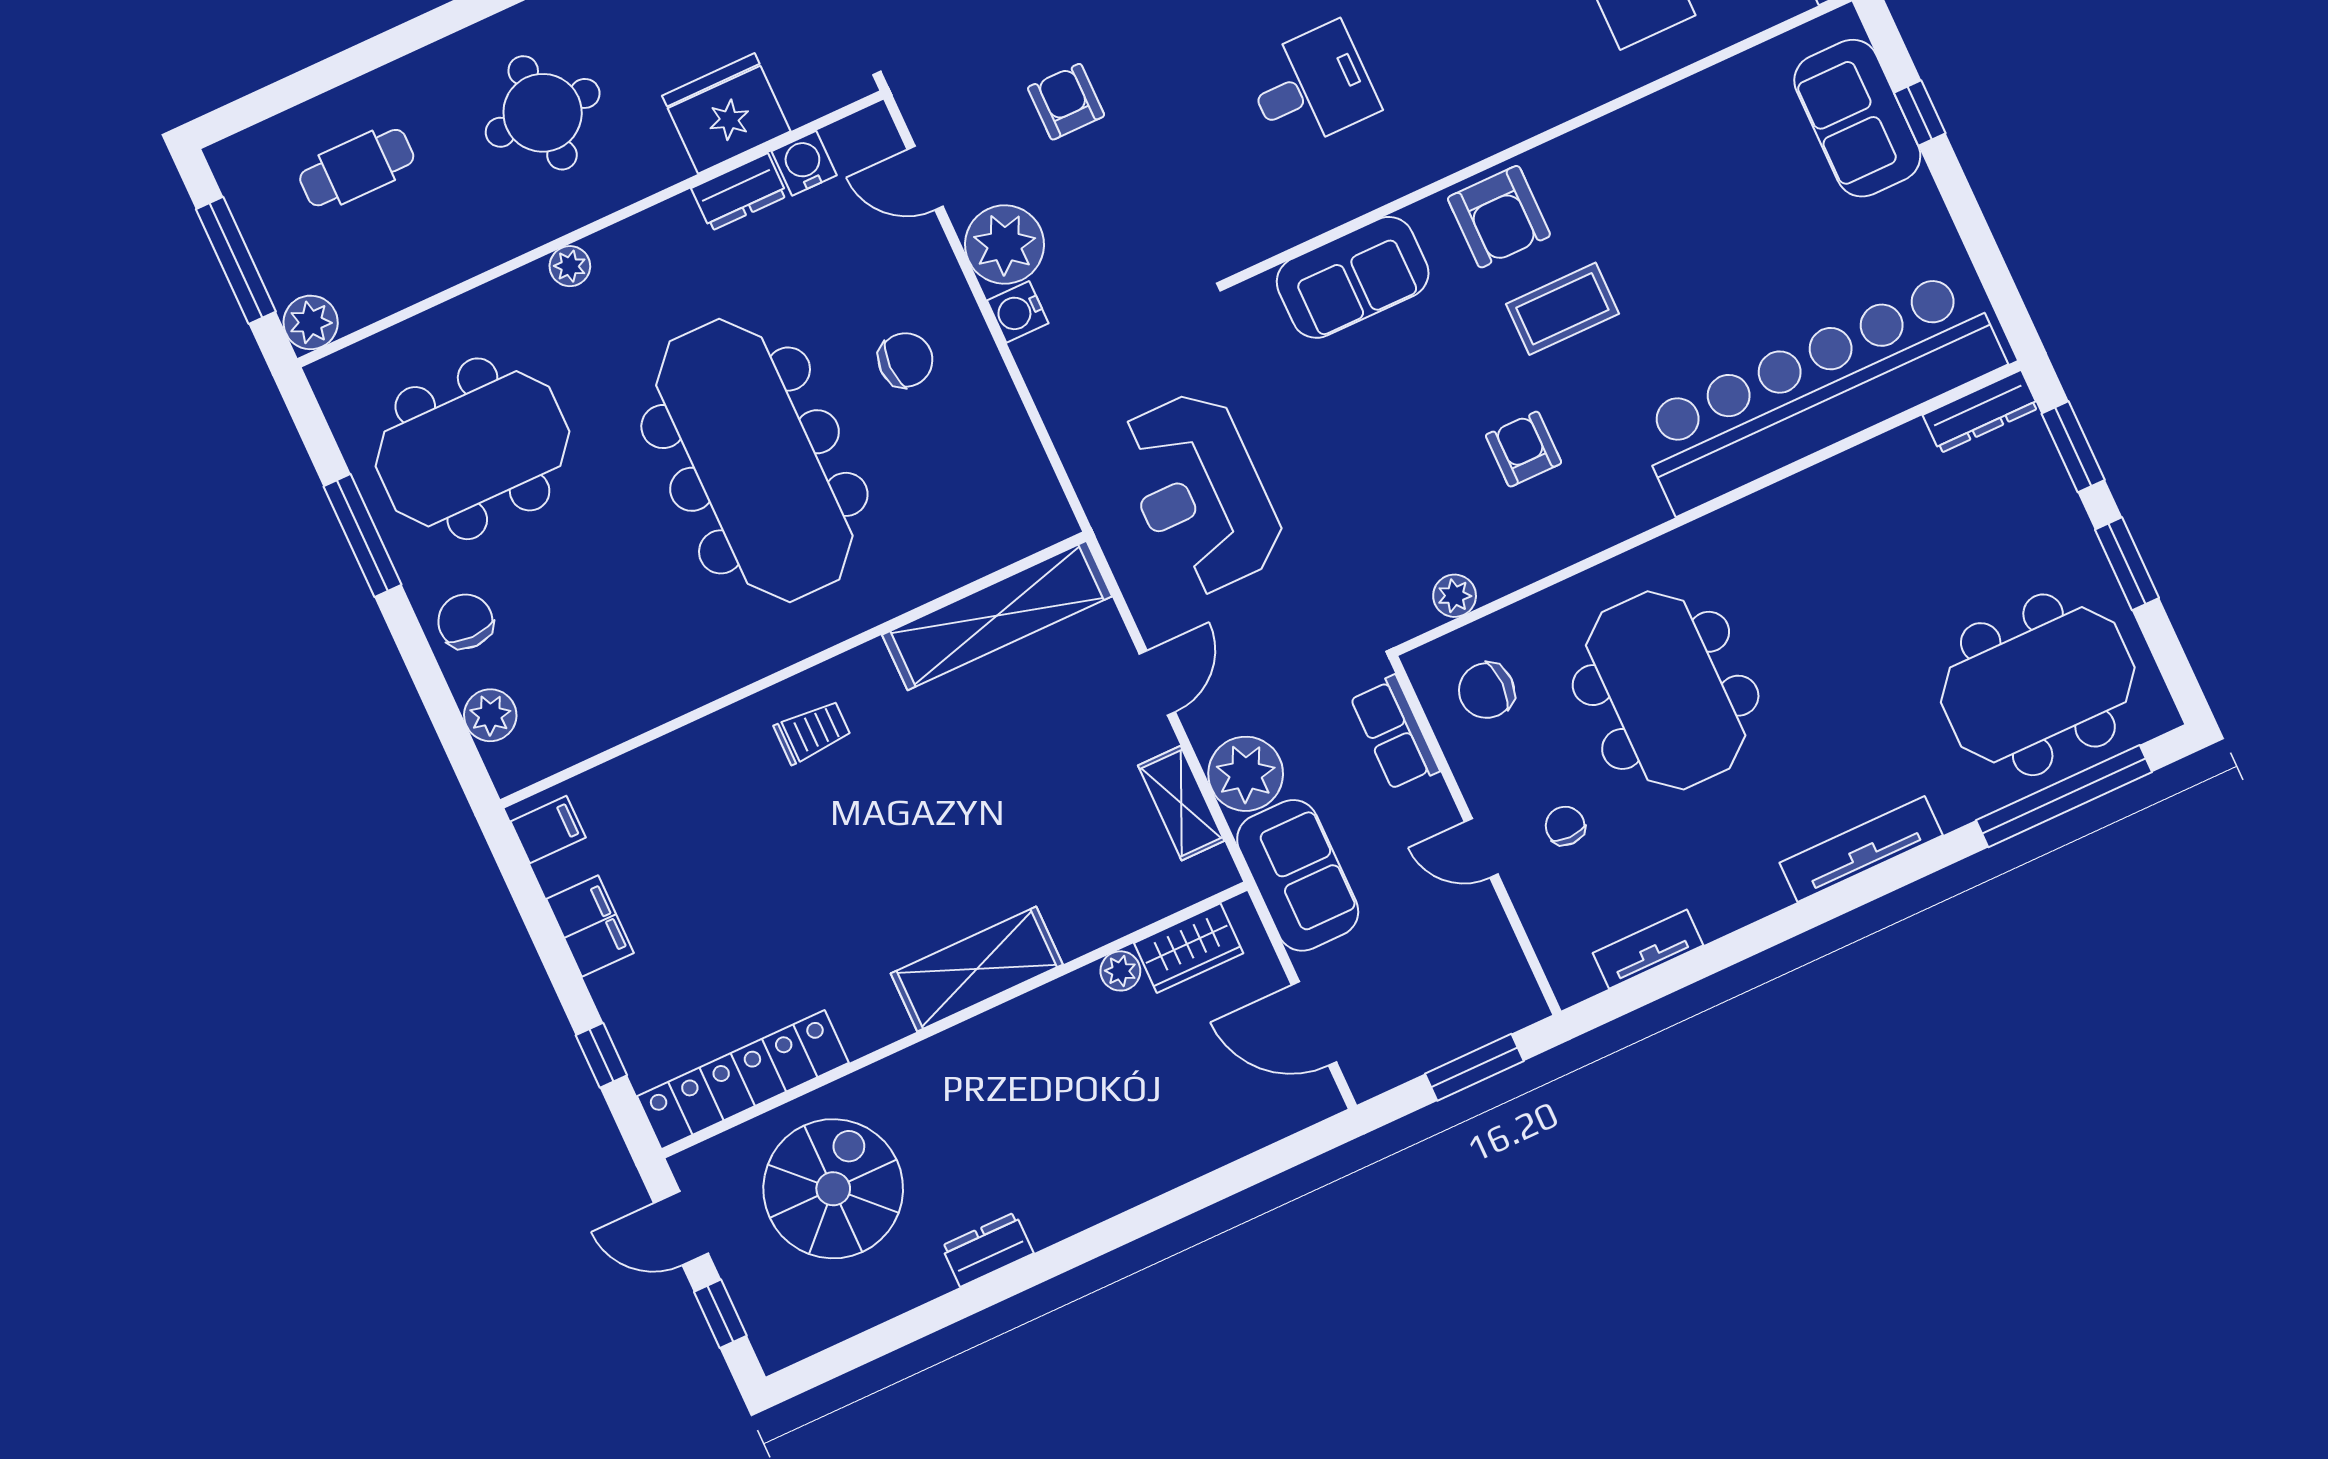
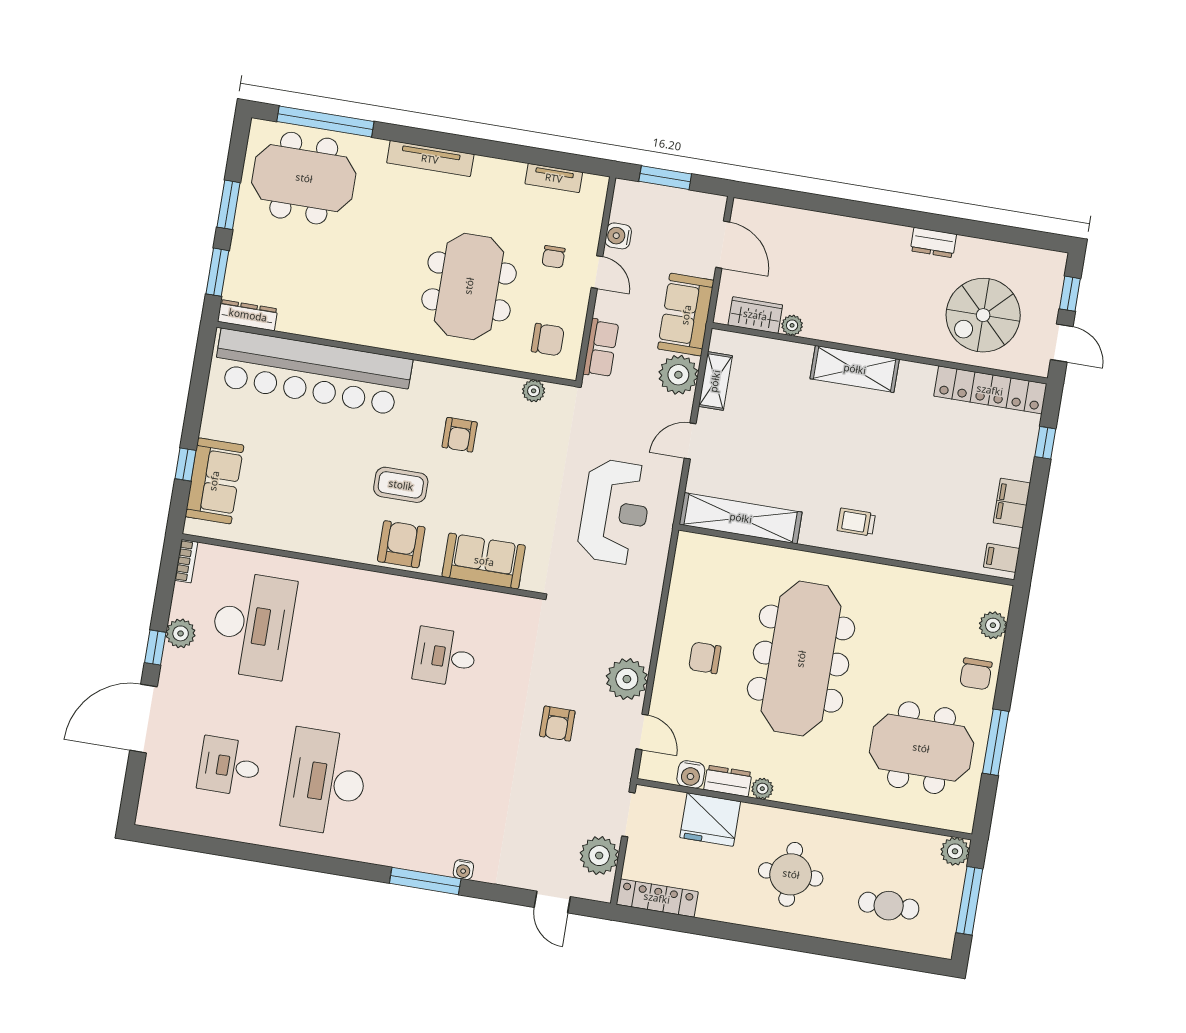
plant: (570, 266) -> (762, 789), moved
water cooler: (1018, 312) -> (618, 236), moved, turned 180

